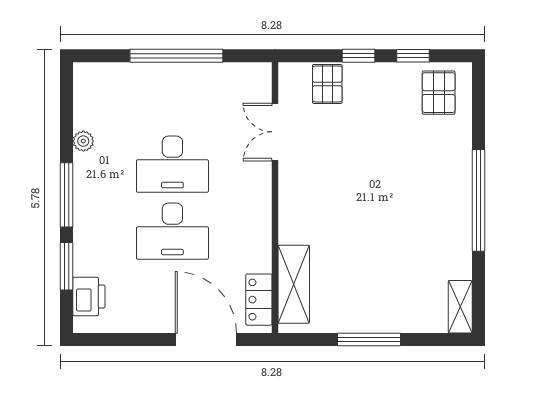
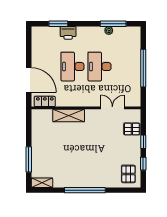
pallet: (439, 93) -> (128, 174), turned 90
window: (66, 195) -> (113, 24), moved
shelving: (294, 284) -> (69, 116), moved
printer: (89, 296) -> (68, 33), moved
door: (206, 340) -> (29, 80), hinge flipped
window: (369, 340) -> (29, 159), moved

